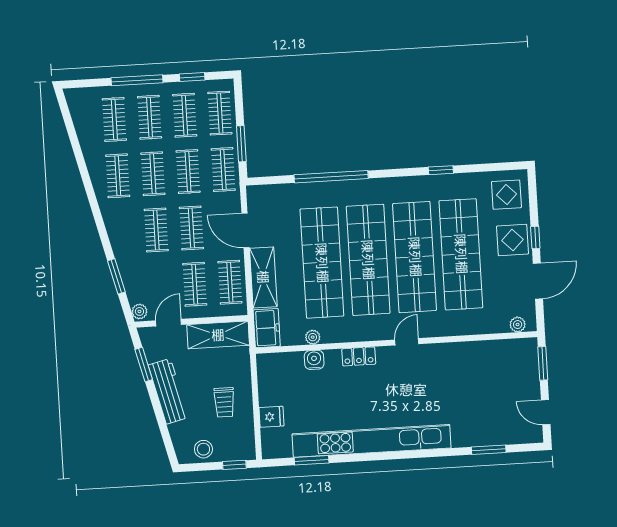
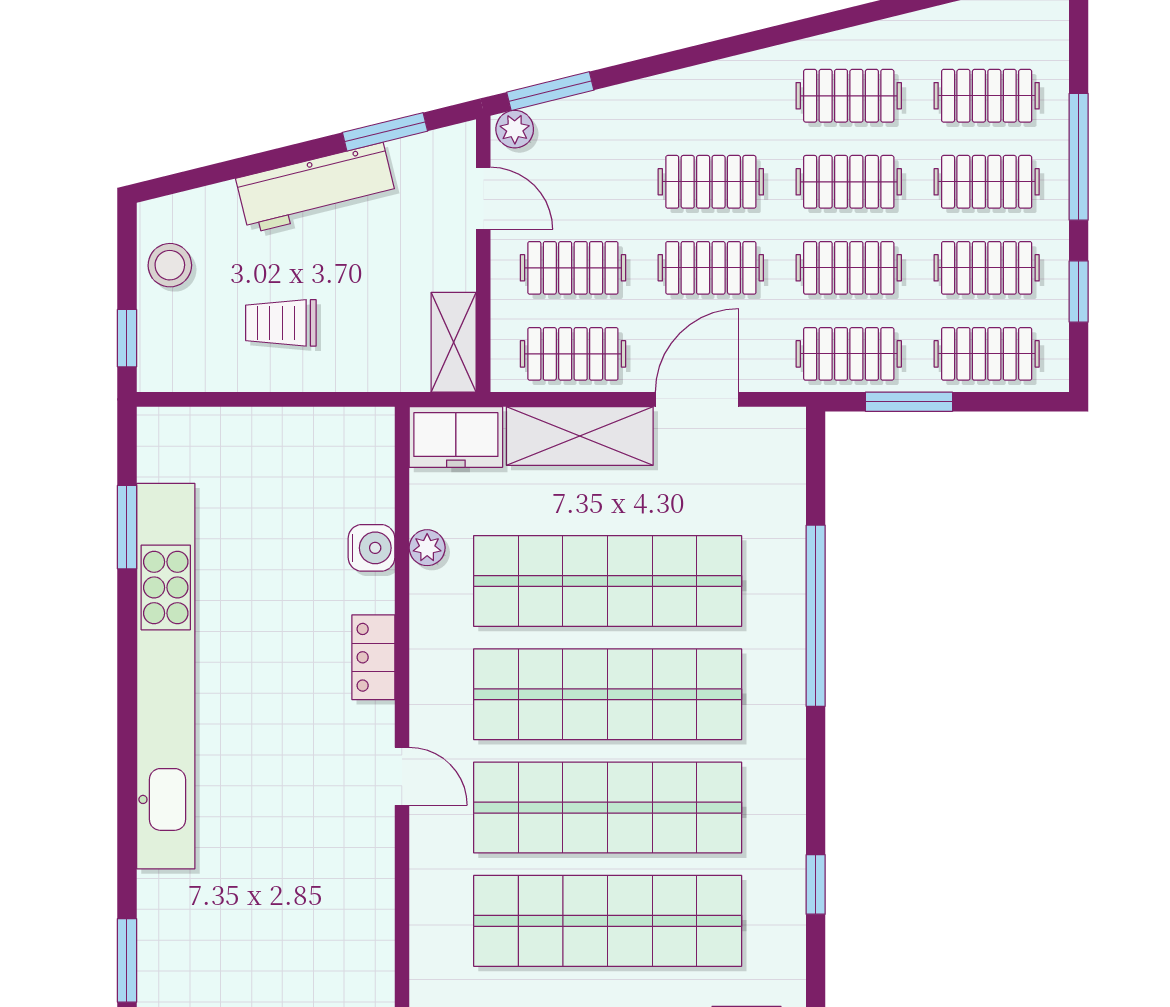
window: (116, 276) -> (550, 91), moved
shelving: (218, 335) -> (454, 342), width x0.67, depth x0.75
fridge: (271, 417) -> (239, 436), removed

